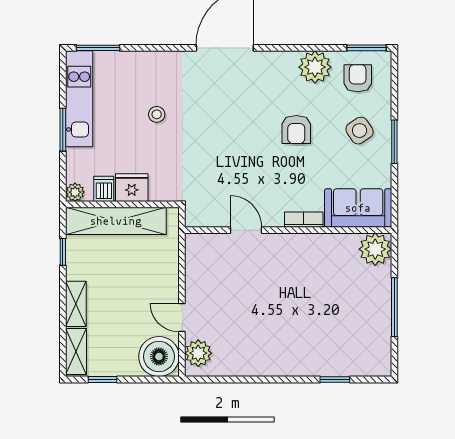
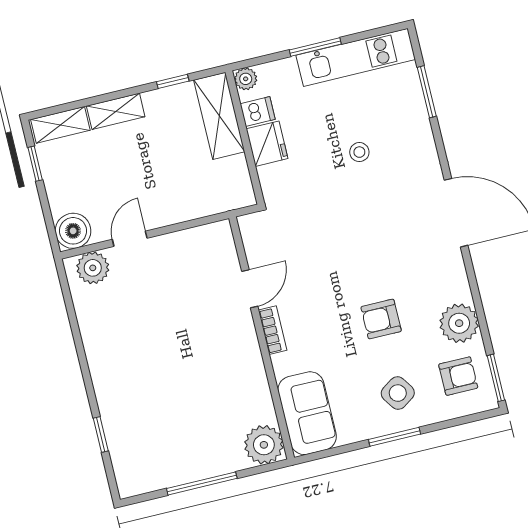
window: (98, 48) -> (427, 92), moved
bookcase: (304, 220) -> (273, 330), moved
shelving: (116, 221) -> (219, 116), width x0.68
boiler: (159, 357) -> (73, 231), width x0.73, depth x0.73

